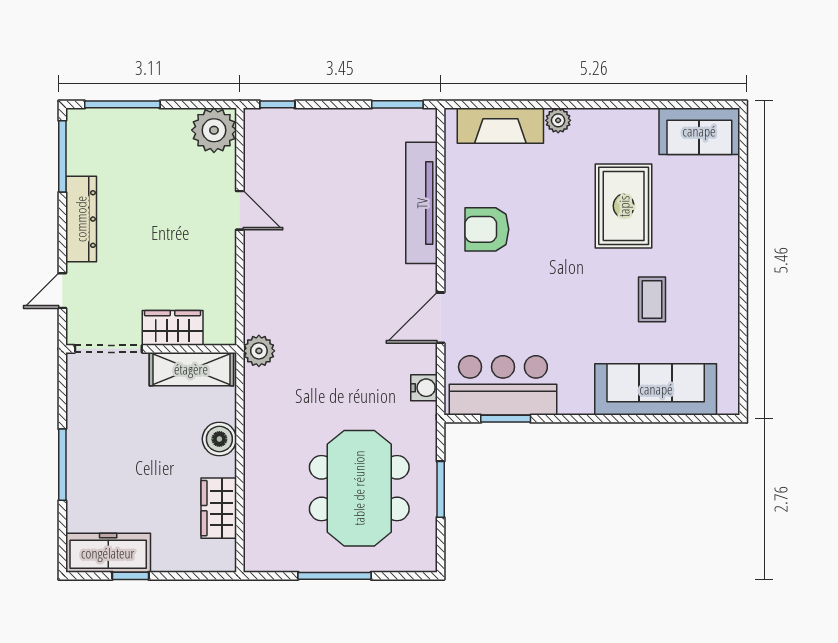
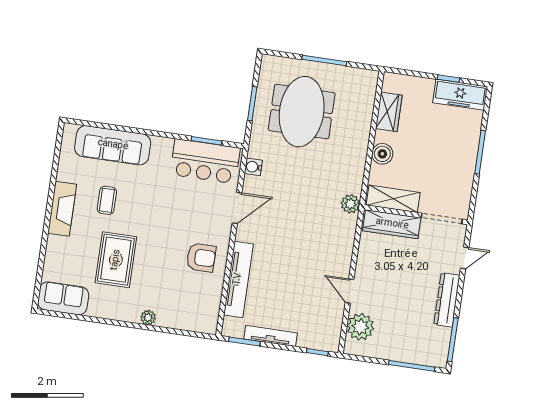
tv unit: (356, 119) -> (271, 336), added
fireplace: (500, 126) -> (62, 209), moved, turned 90
plant: (214, 130) -> (360, 327), moved
wardrobe: (173, 328) -> (392, 224), width x1.50

